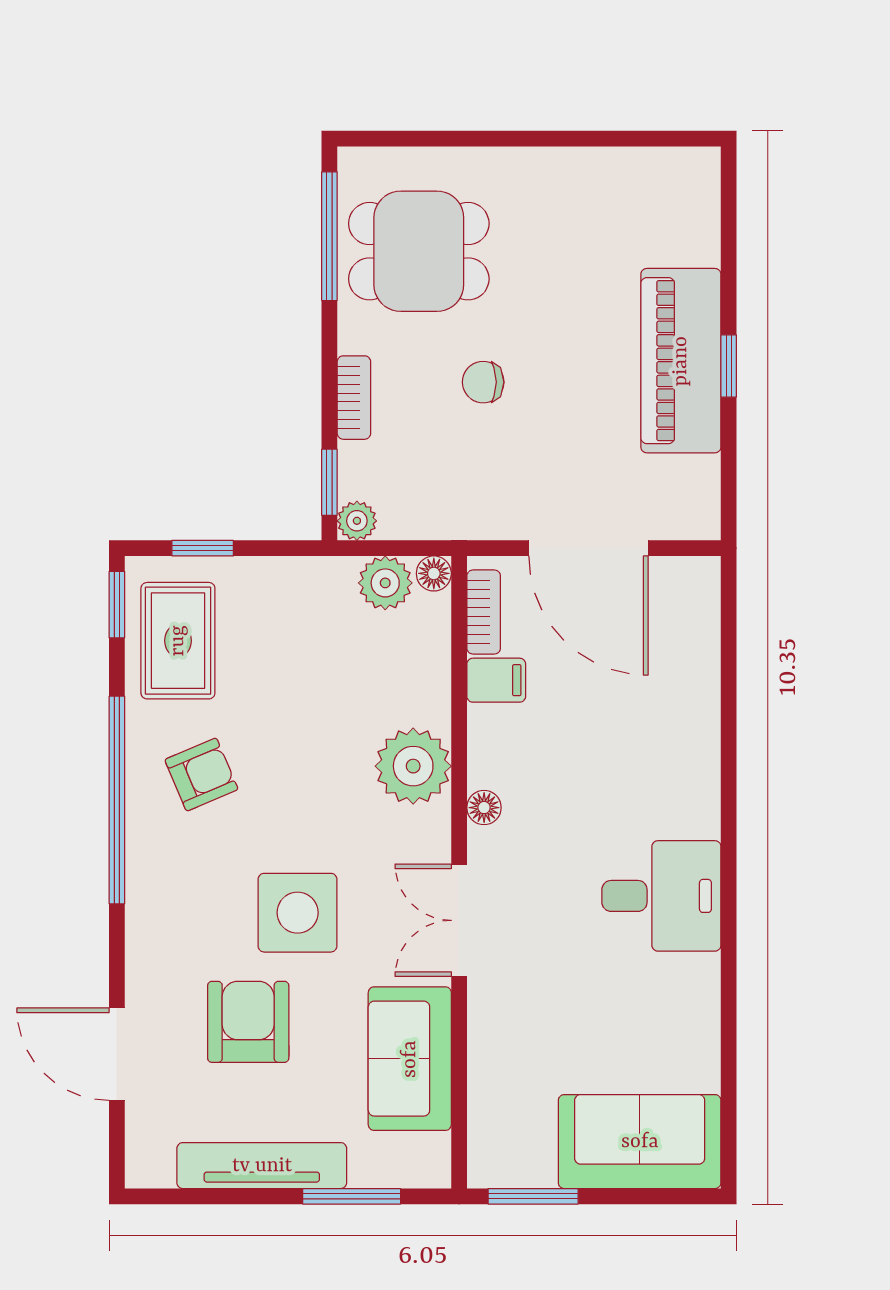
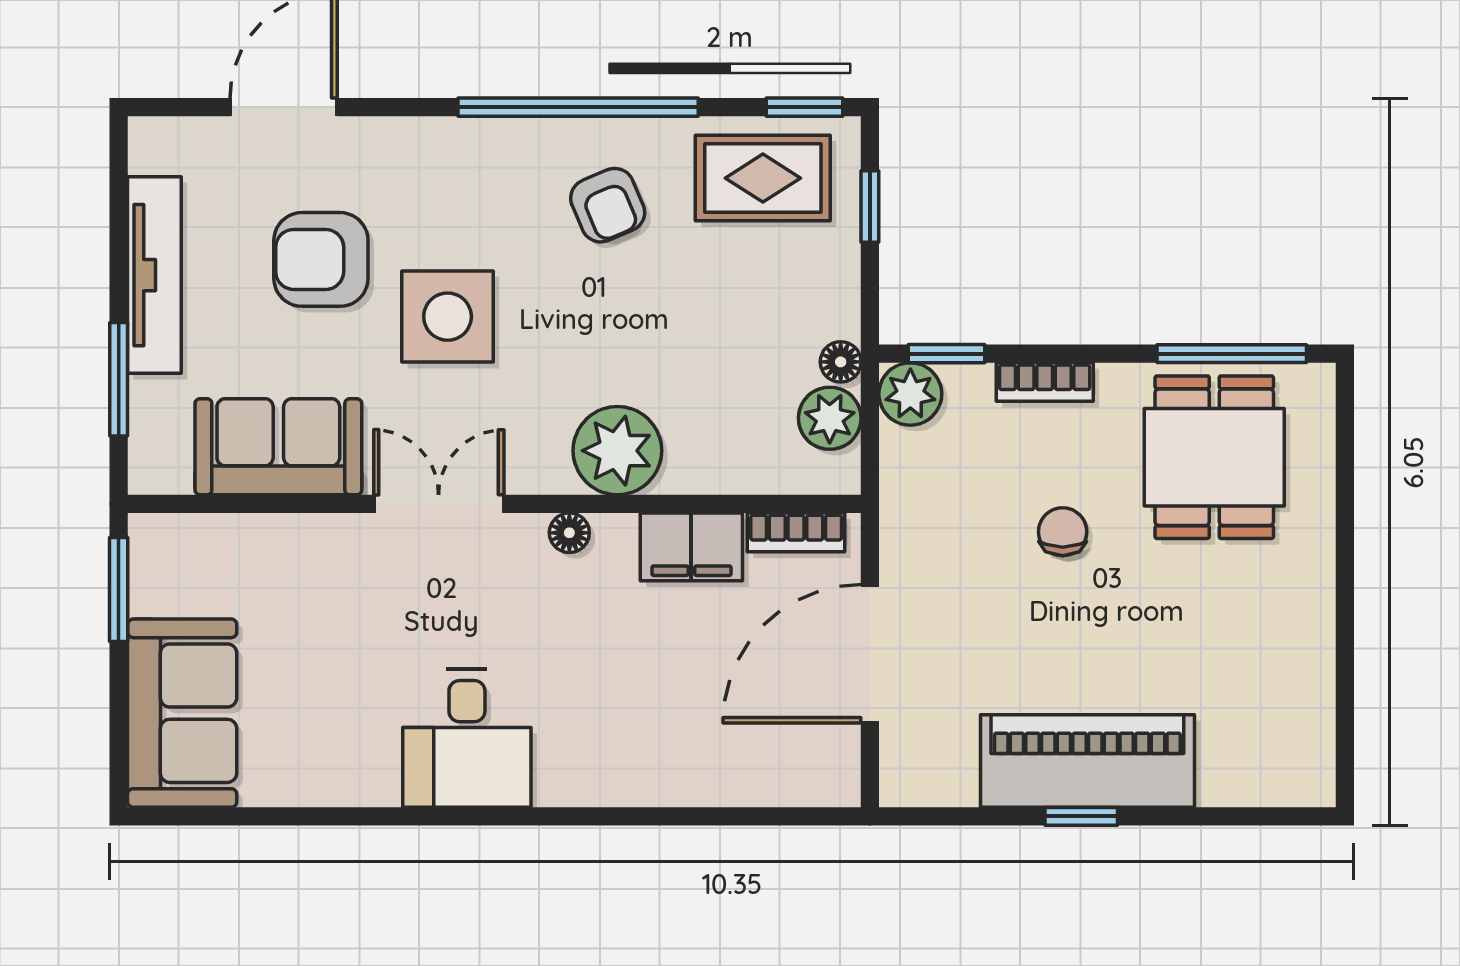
plant: (357, 521) -> (910, 394), width x1.38, depth x1.38
floor lamp: (434, 573) -> (841, 362), moved
filing cabinet: (496, 680) -> (691, 547), width x2.00
armchair: (248, 1022) -> (321, 259), turned 180

